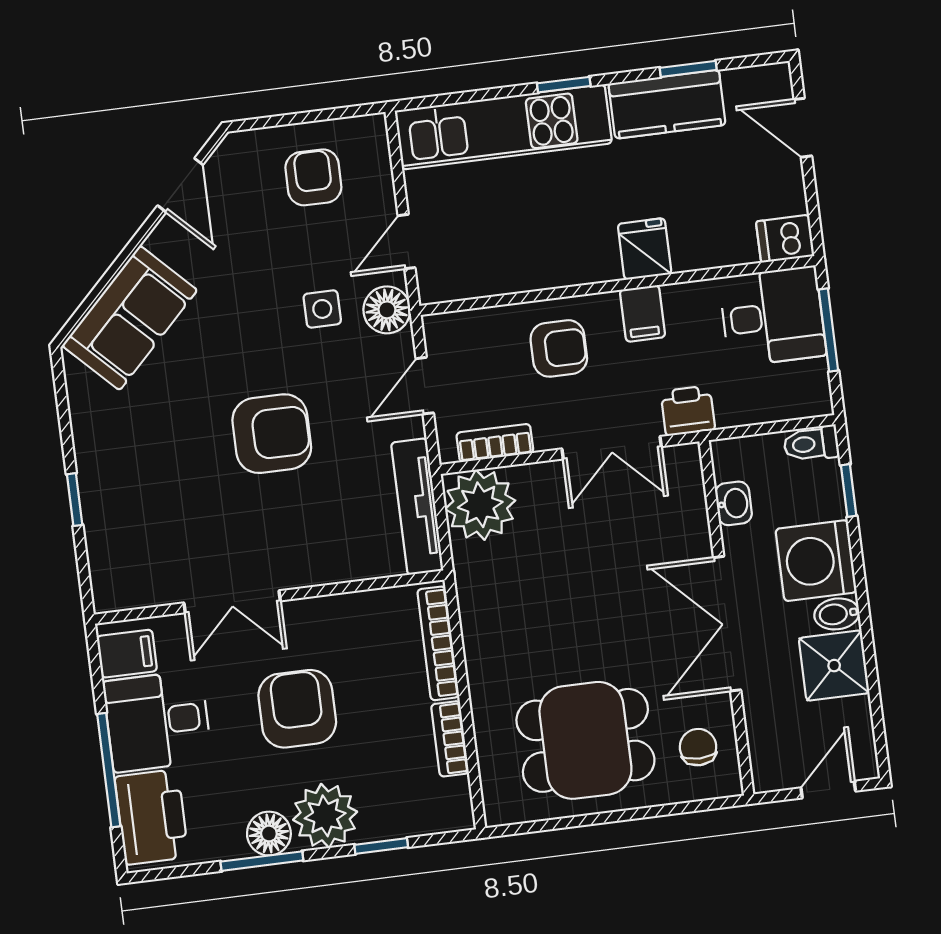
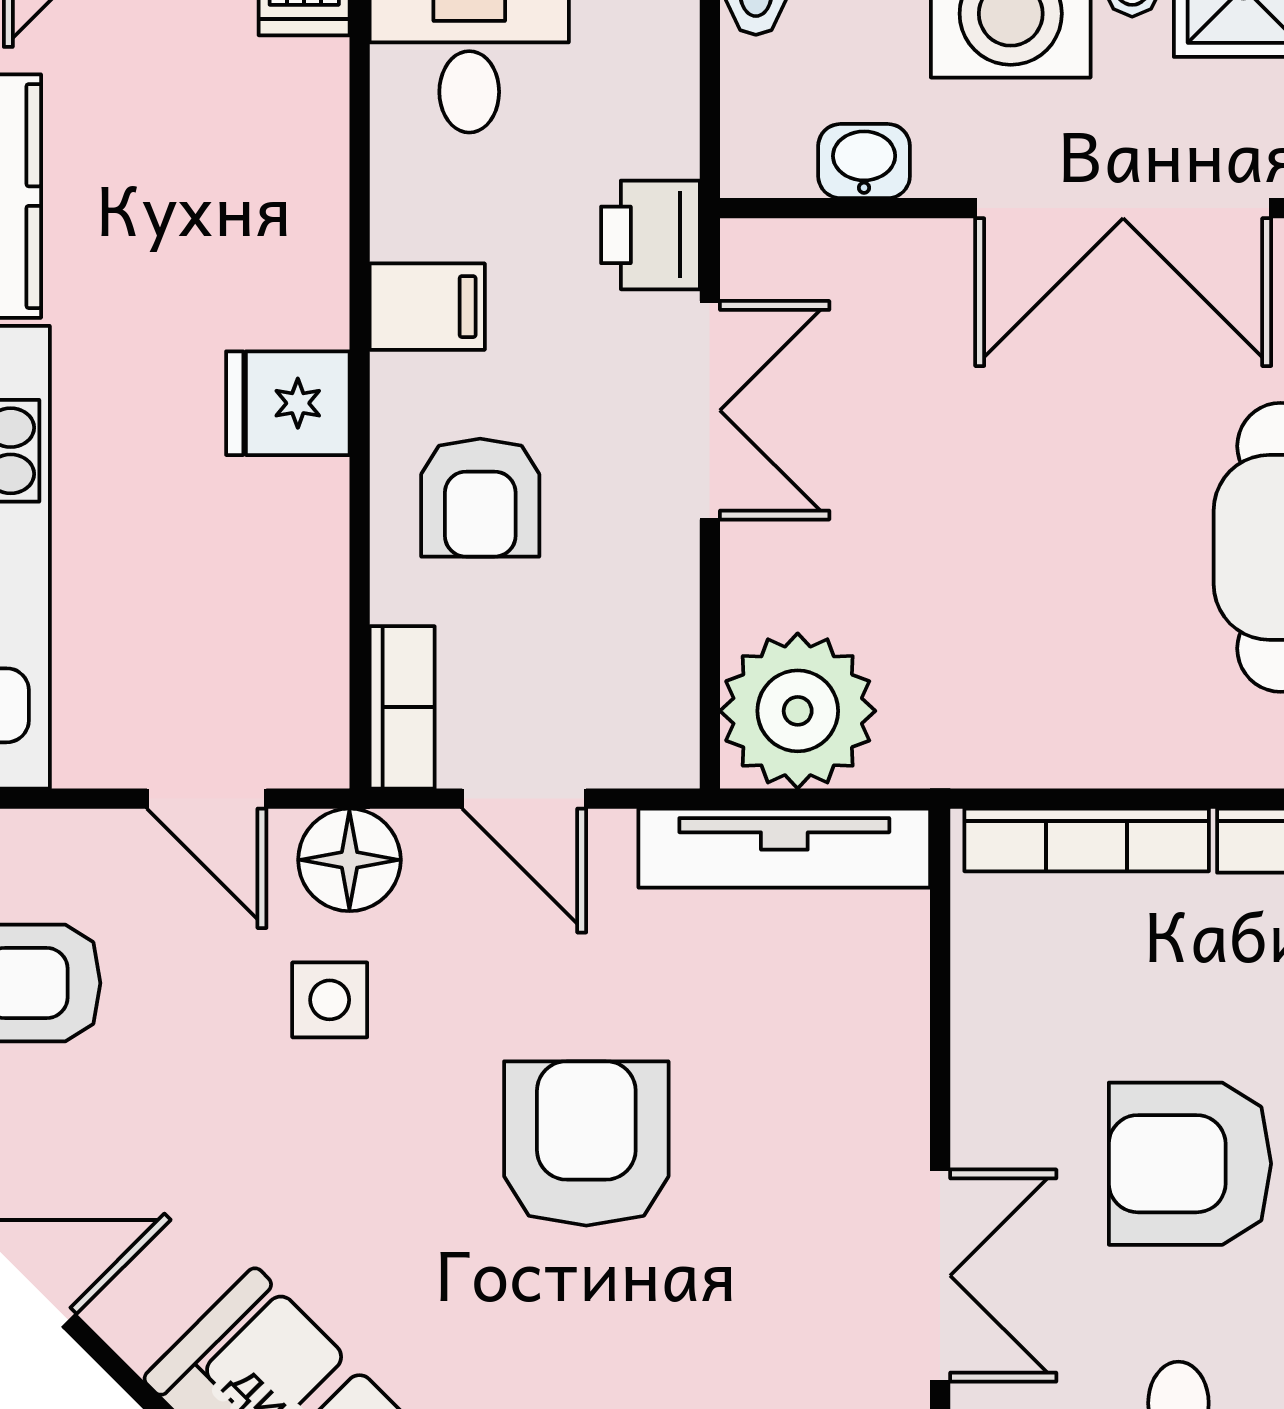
fridge: (645, 249) -> (288, 403), moved
armchair: (559, 348) -> (480, 498), turned 180
bookcase: (495, 443) -> (402, 707), moved, turned 180

